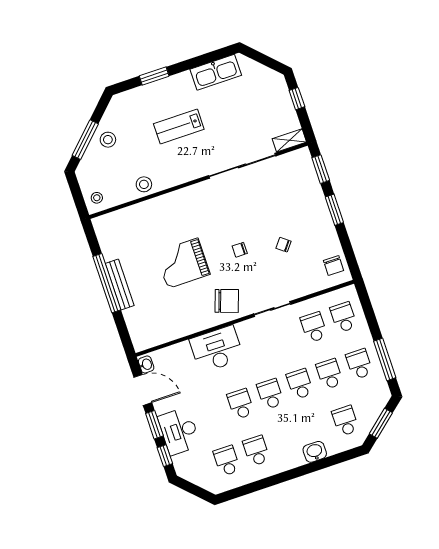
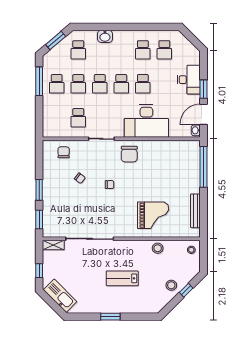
kitchen sink: (216, 72) -> (60, 296), moved, turned 45
window: (154, 76) -> (110, 317), moved
lab bench: (179, 126) -> (122, 278), turned 180
window: (85, 140) -> (186, 290), width x0.46
grand piano: (183, 263) -> (153, 215), moved
chair: (334, 266) -> (64, 152), moved
window: (107, 283) -> (203, 167), moved
bench: (120, 285) -> (195, 211), moved
chair: (227, 301) -> (129, 154), turned -109
school desk: (343, 317) -> (57, 118), removed
desk: (217, 349) -> (146, 121), width x1.36, depth x1.30
door: (143, 390) -> (203, 114), hinge flipped
window: (165, 456) -> (203, 67), removed

